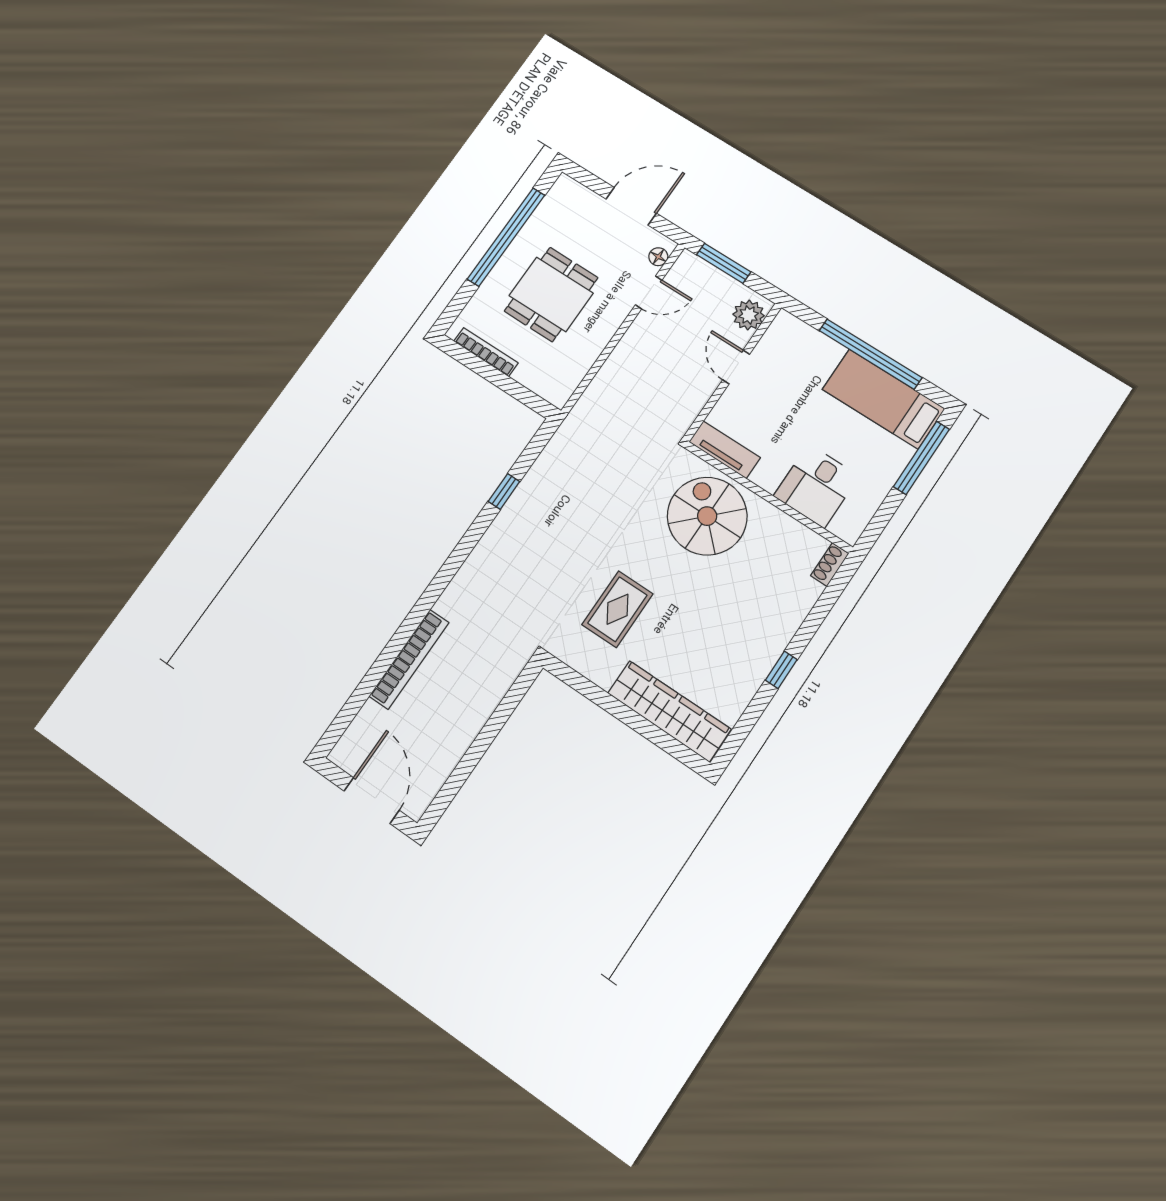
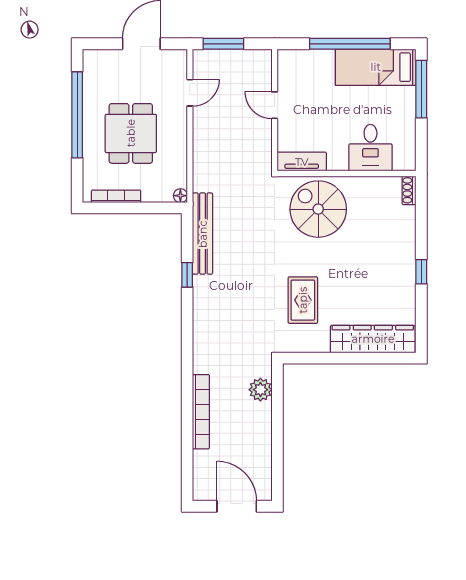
floor lamp: (658, 257) -> (180, 196), moved
plant: (749, 315) -> (260, 390), moved
bench: (554, 457) -> (203, 234), added

